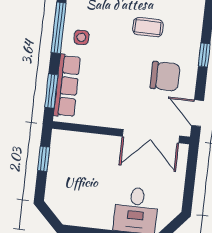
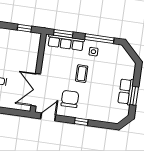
coffee table: (148, 27) -> (82, 74), moved
chair: (165, 76) -> (70, 99), turned 180

